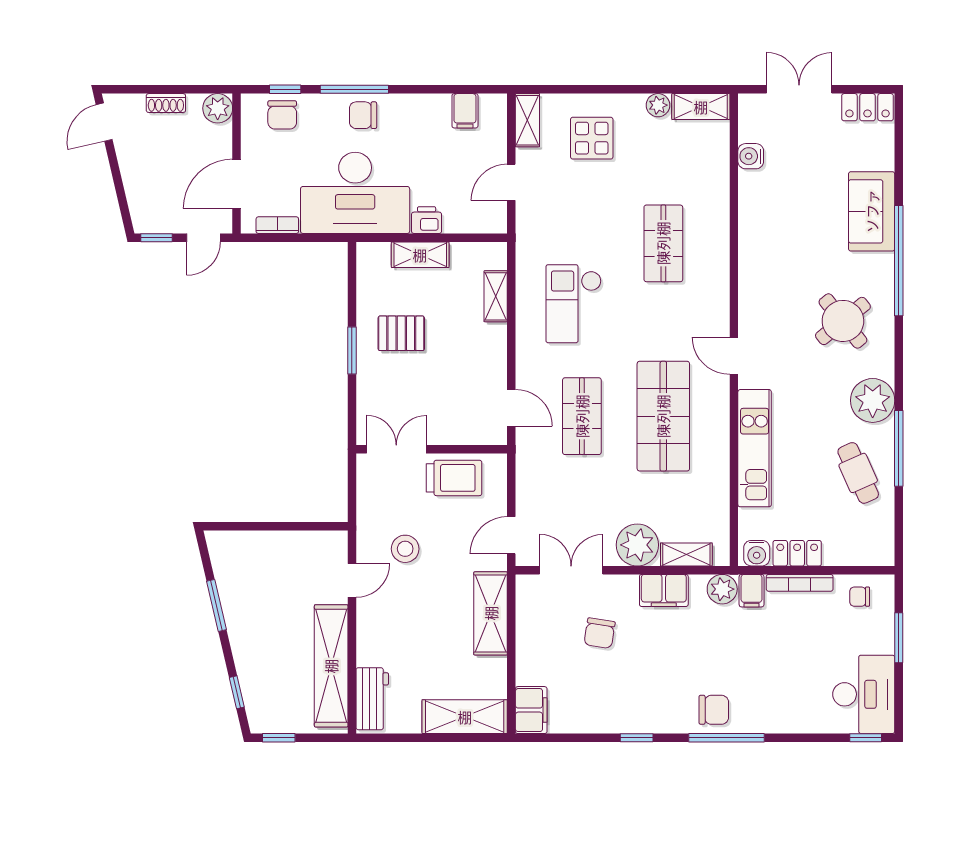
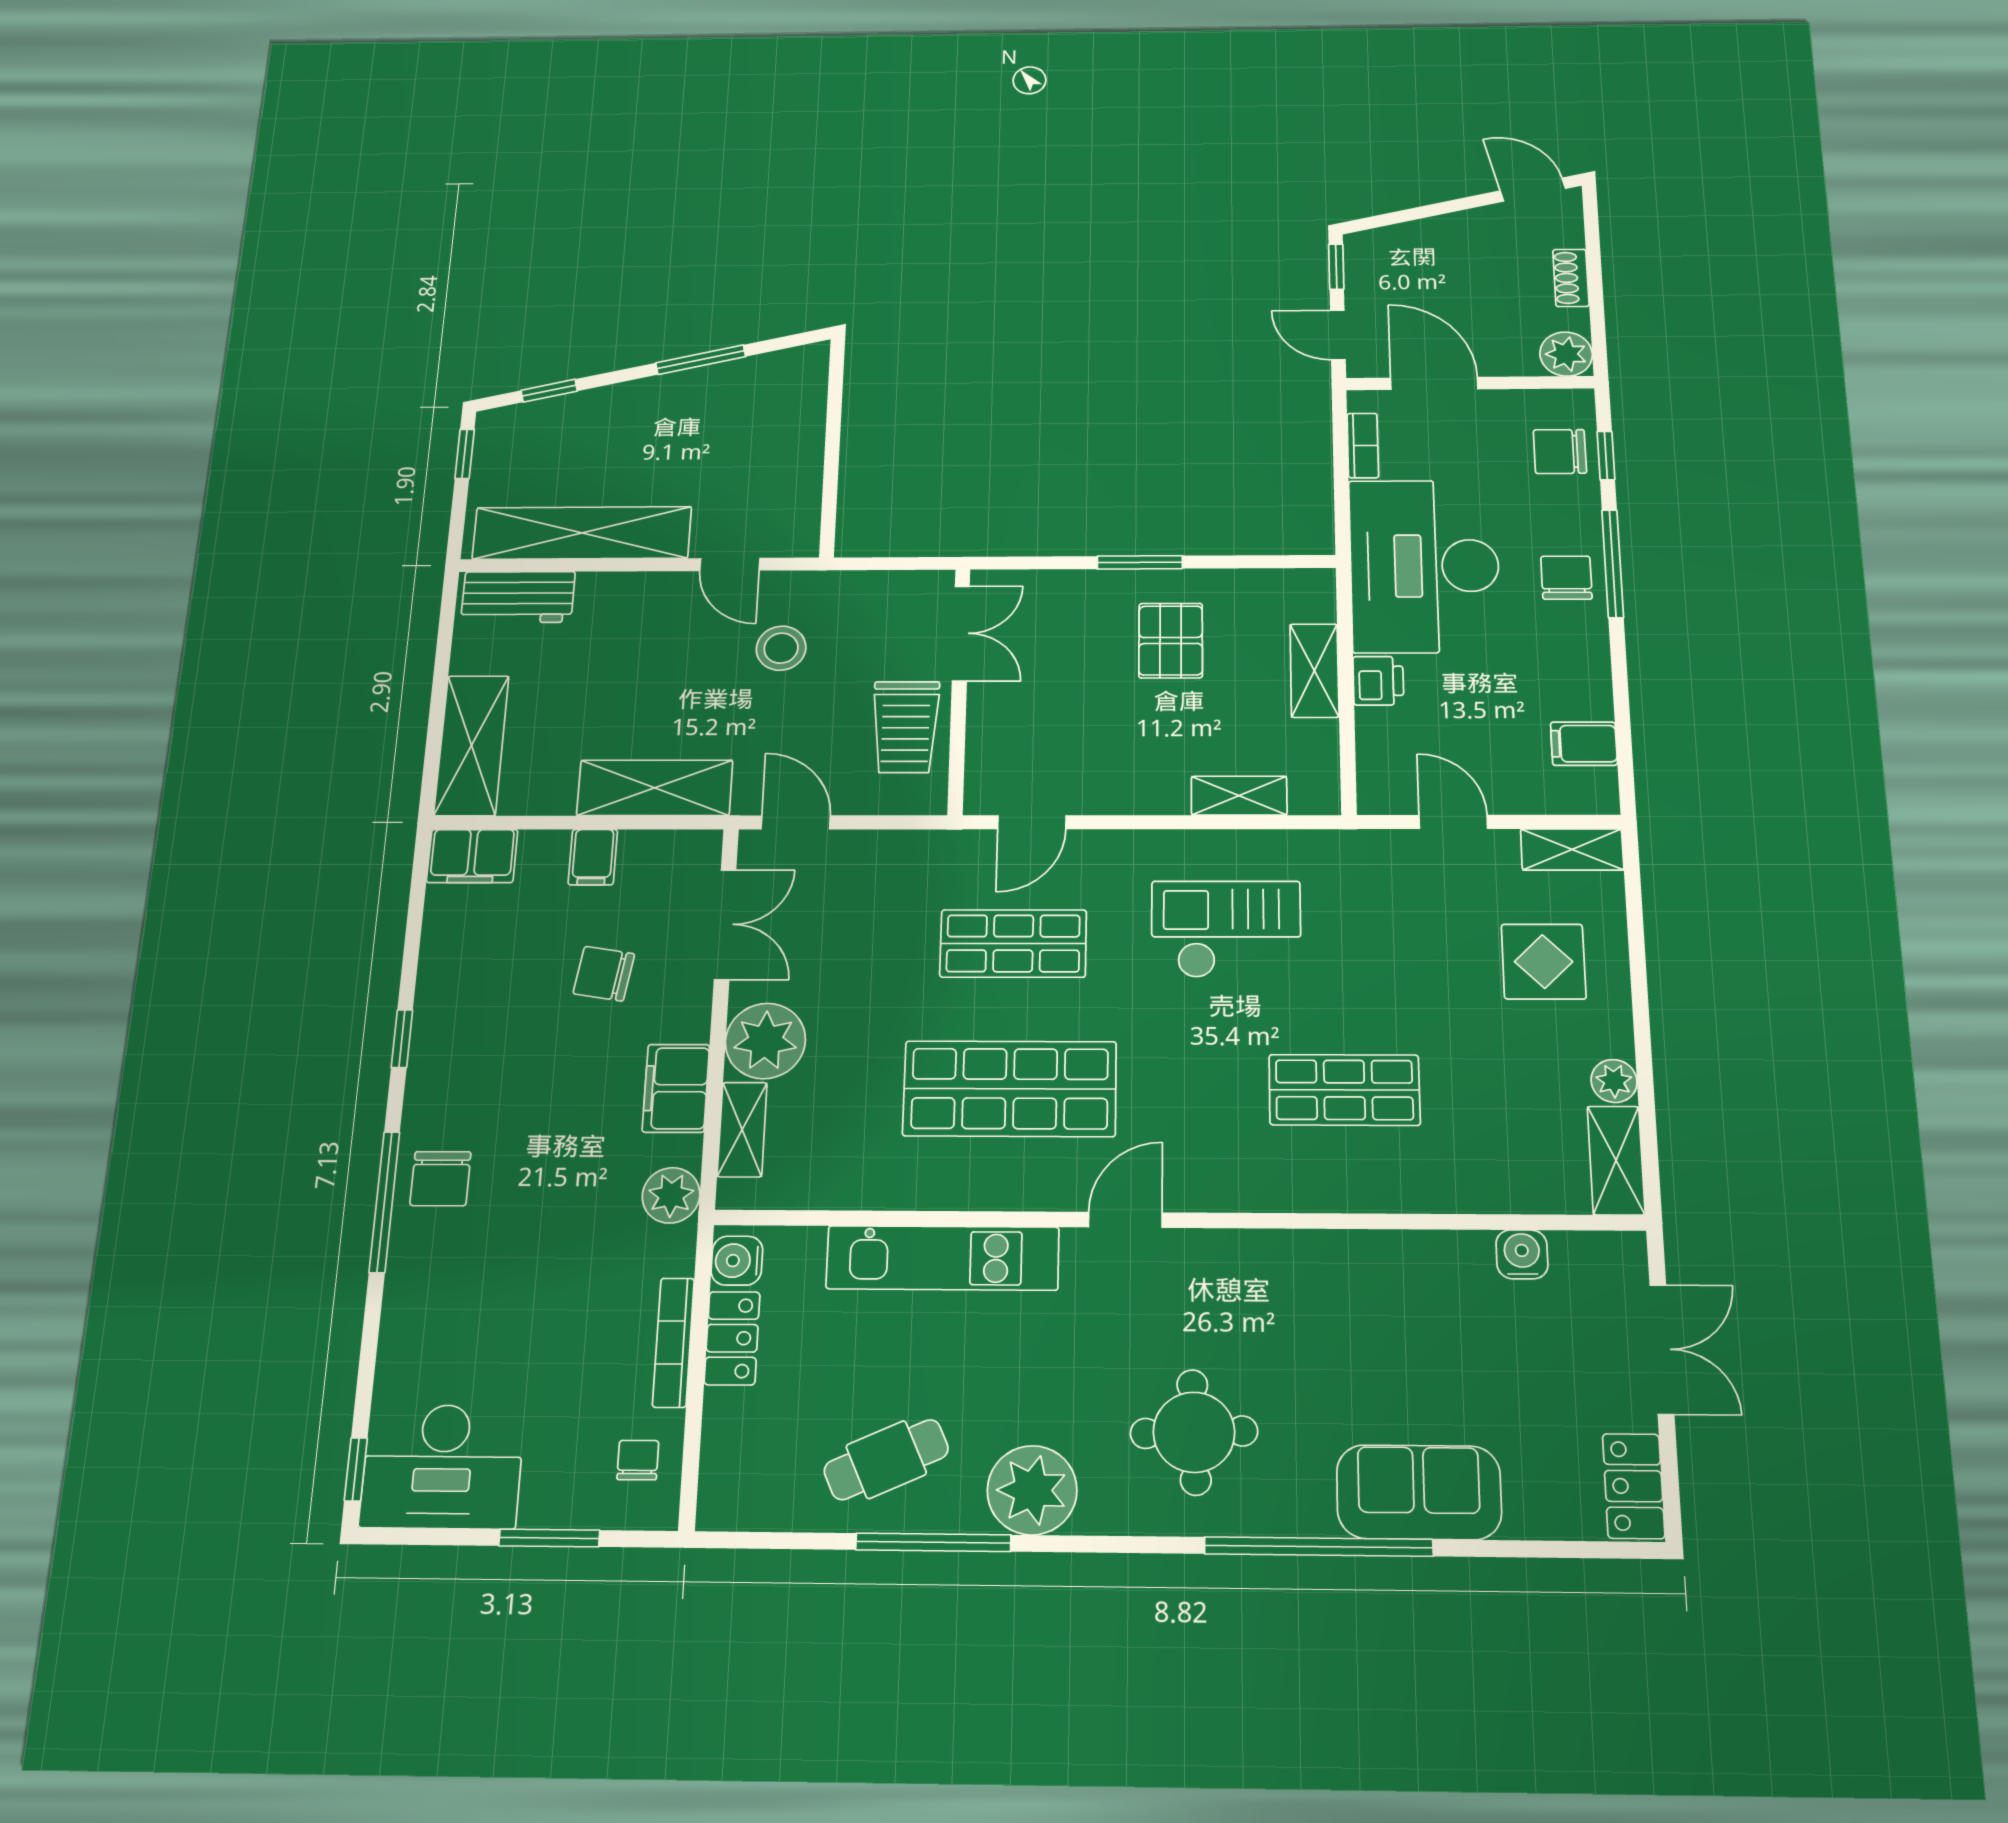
round table: (843, 321) -> (1194, 1432), turned 37
filing cabinet: (752, 591) -> (593, 857), moved, turned -90

